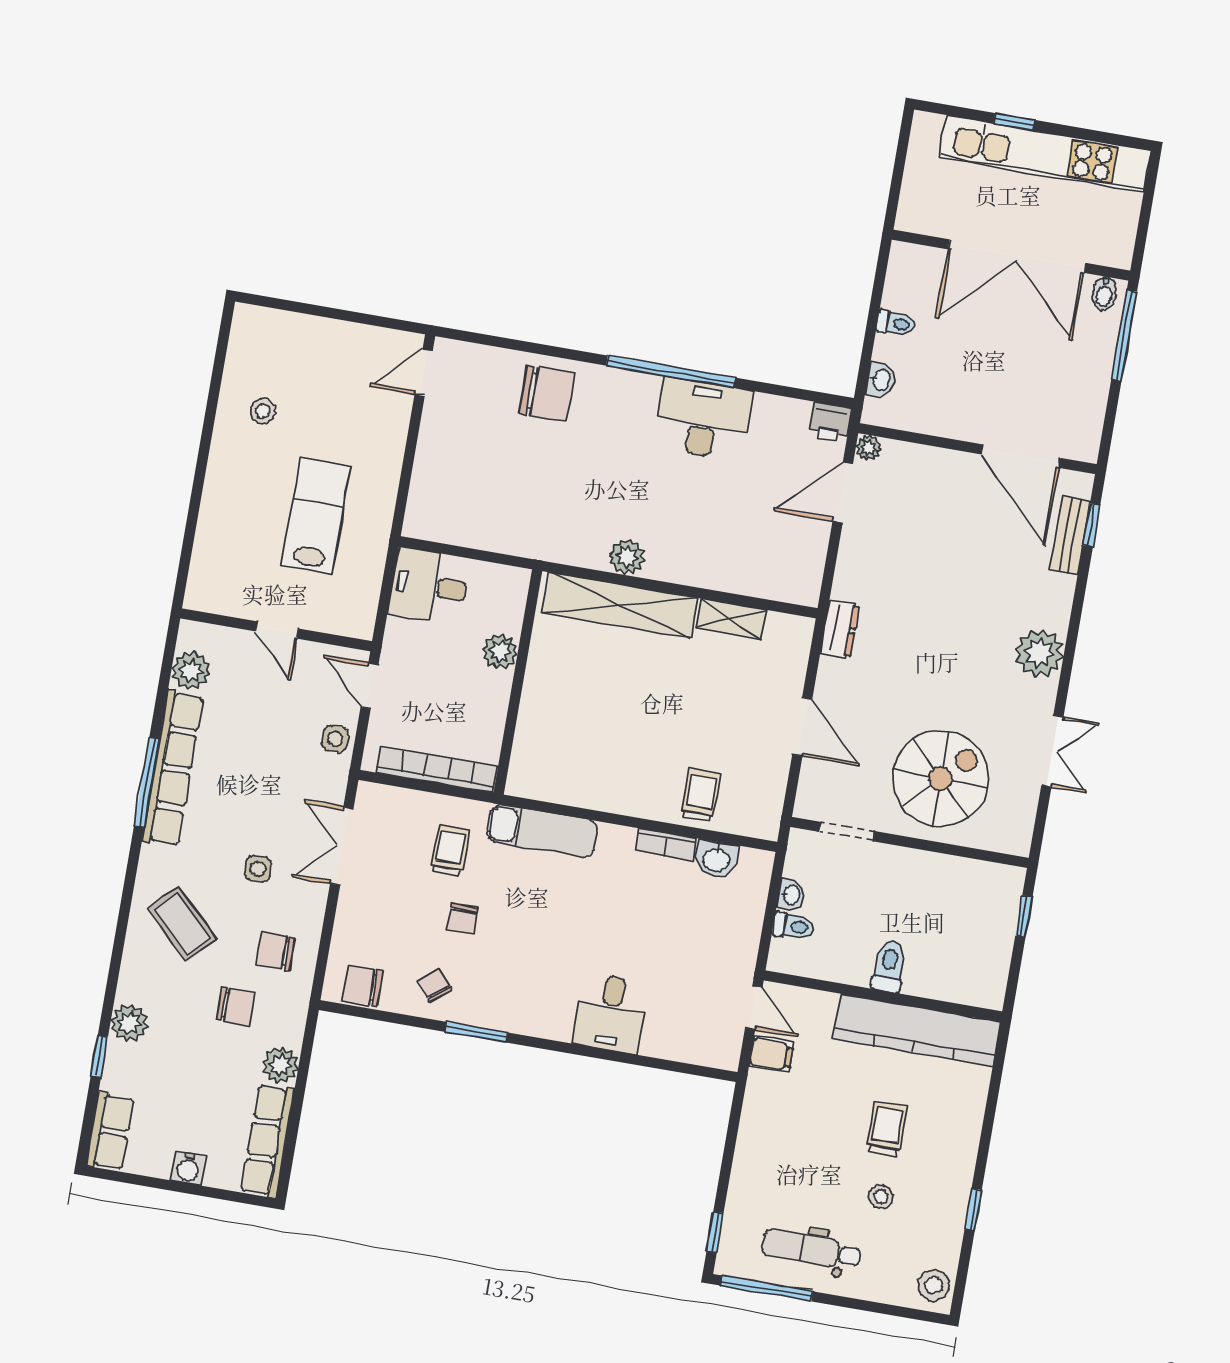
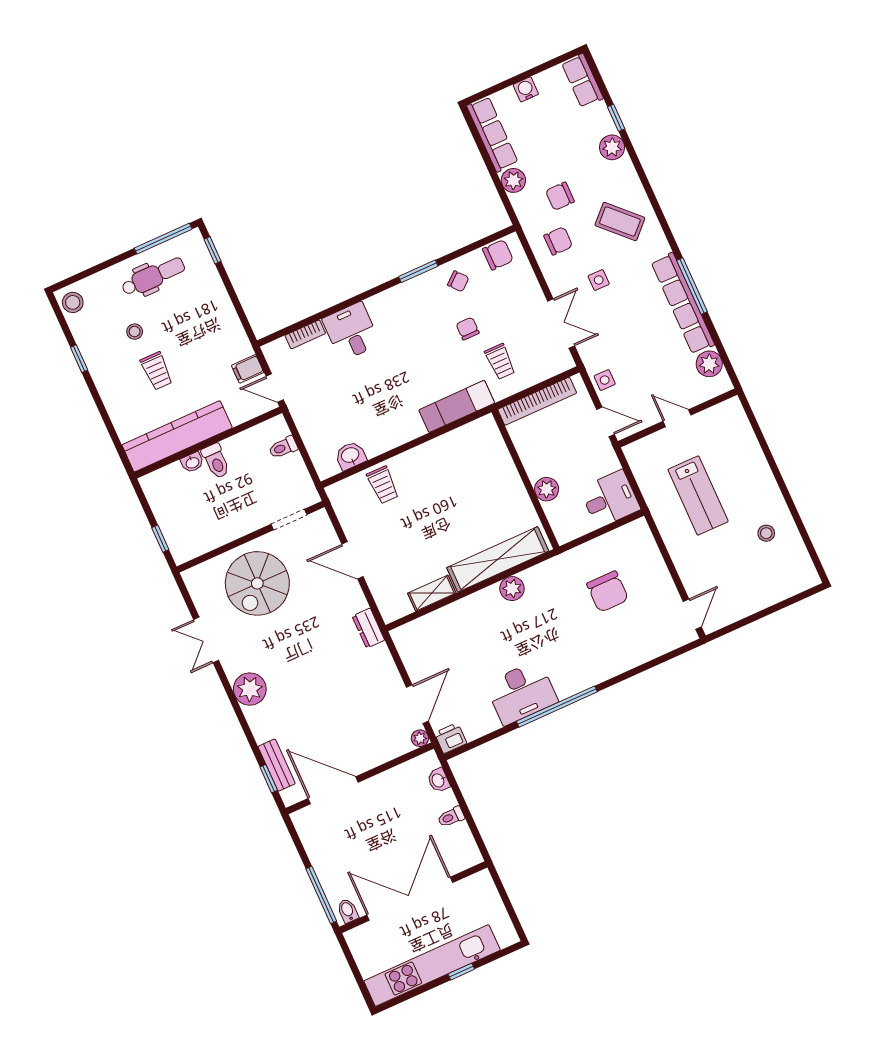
chair: (547, 393) -> (608, 592), moved, turned -90
bookcase: (666, 845) -> (305, 334), moved, turned 180
washbasin: (791, 895) -> (192, 462), moved, turned -90

